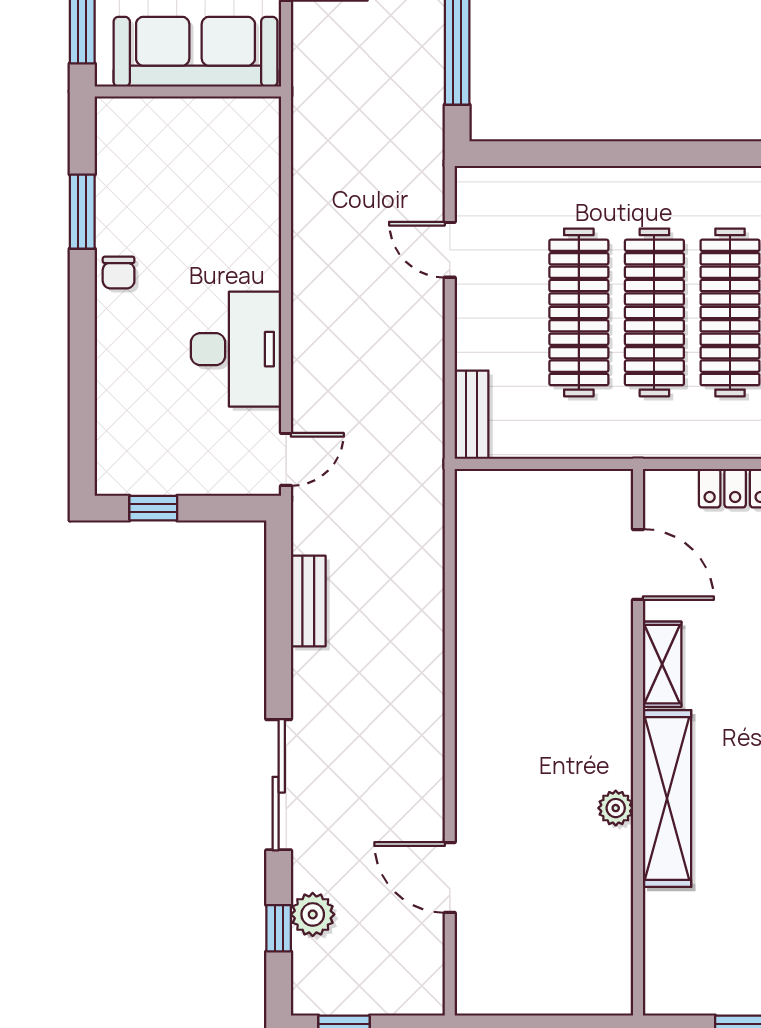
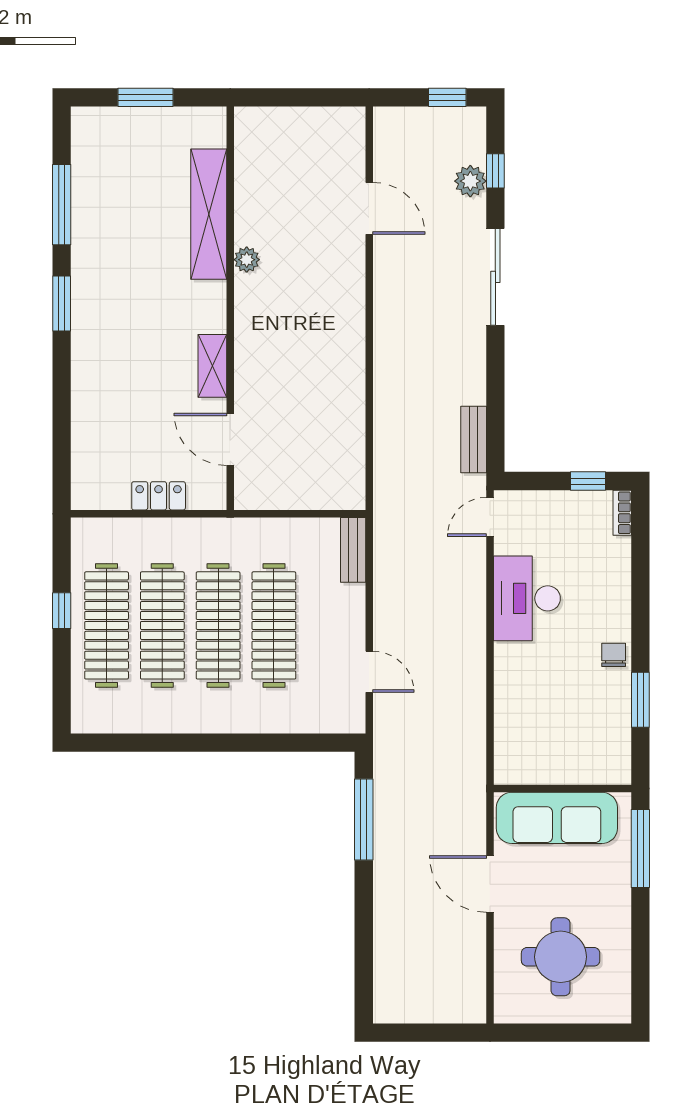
bookcase: (107, 465) -> (622, 513), added
bench: (308, 601) -> (474, 439), moved
shelving: (667, 799) -> (209, 214), moved

